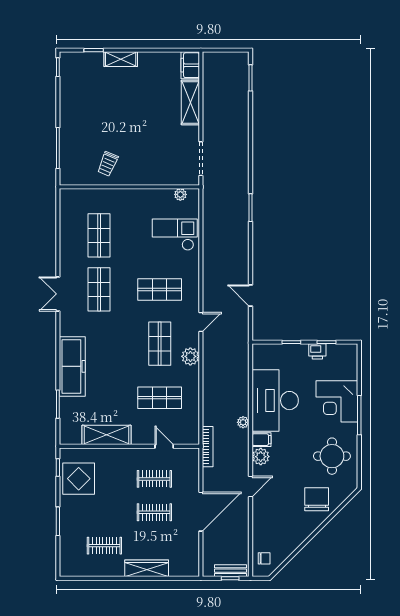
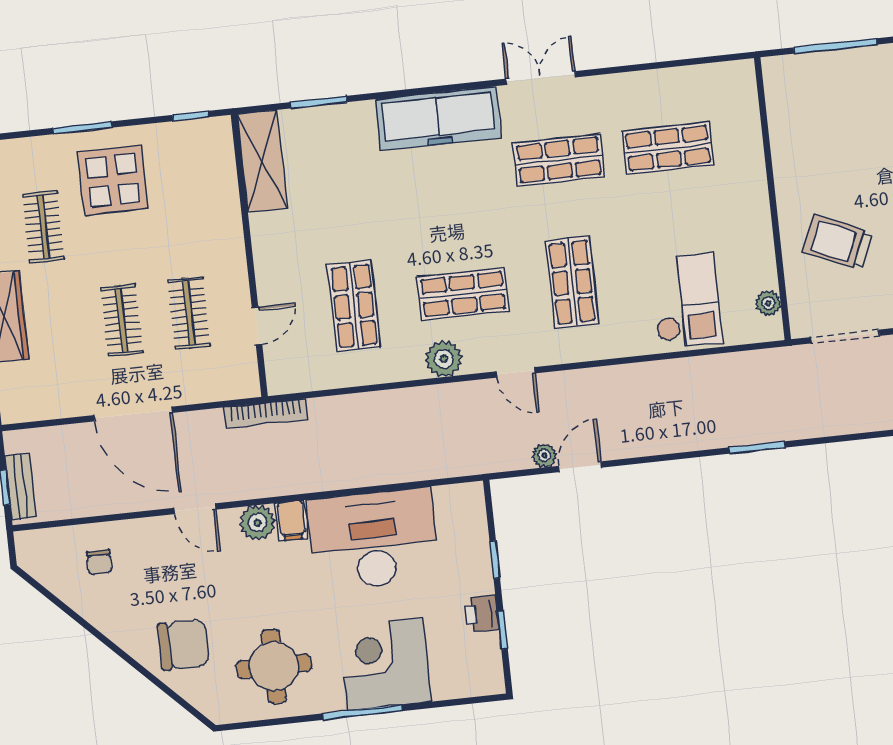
trolley: (108, 164) -> (838, 242), moved, width x1.36, depth x1.39
freezer: (72, 366) -> (438, 118), moved
plant: (243, 422) -> (544, 455), moved
shelving: (107, 435) -> (262, 161), moved
display table: (79, 479) -> (113, 180), moved
chair: (264, 558) -> (99, 562), moved

